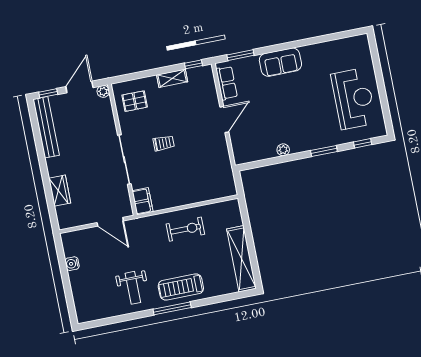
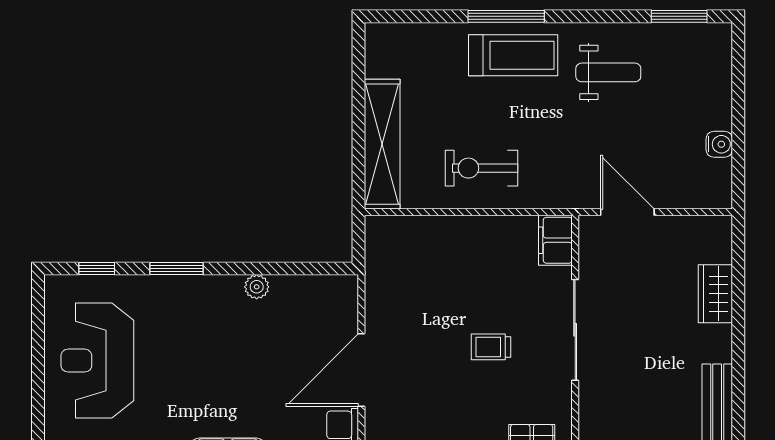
door: (224, 119) -> (361, 370), width x1.36
shelving: (241, 259) -> (382, 144), moved
weight bench: (133, 288) -> (608, 72), turned 90
window: (172, 308) -> (506, 16), moved
window: (104, 322) -> (679, 16), added

